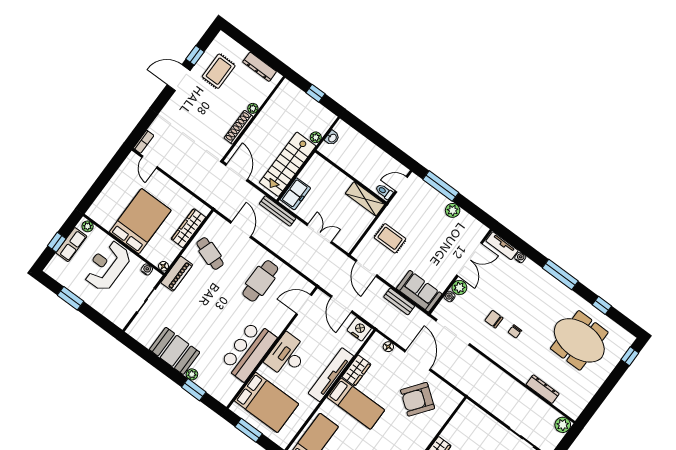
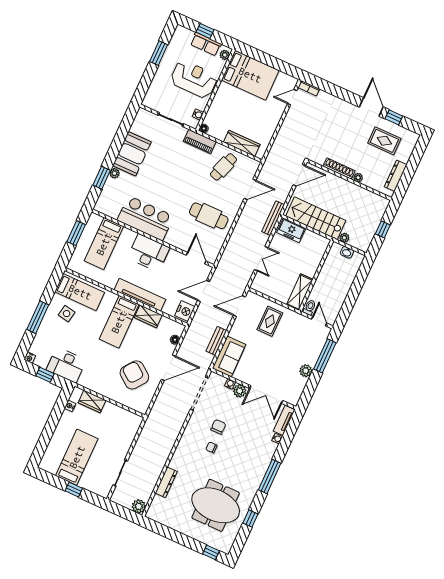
bed: (140, 221) -> (250, 75), moved
meeting table: (579, 340) -> (216, 505), turned 90
bed: (267, 402) -> (104, 244), width x0.67

